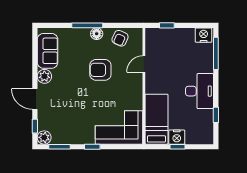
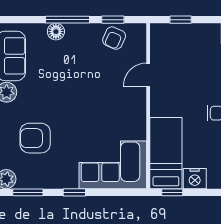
window: (119, 25) -> (113, 20), added
floor lamp: (97, 34) -> (56, 32), moved
armchair: (100, 70) -> (35, 138), moved
window: (177, 147) -> (172, 192), moved

